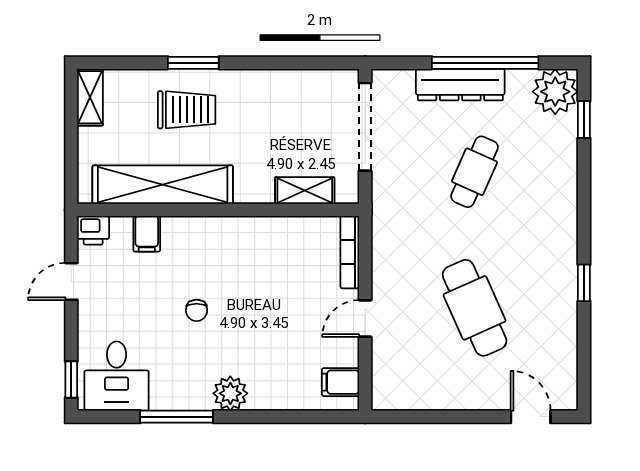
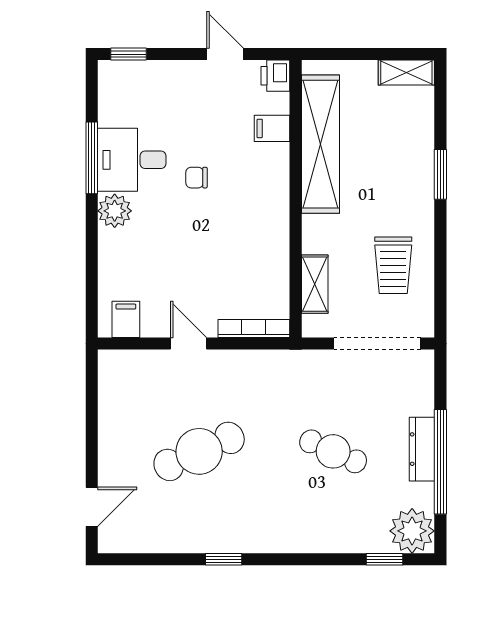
dresser: (460, 85) -> (422, 449), width x0.73, depth x0.80
trolley: (187, 110) -> (393, 265), moved
desk: (117, 376) -> (132, 160), moved

